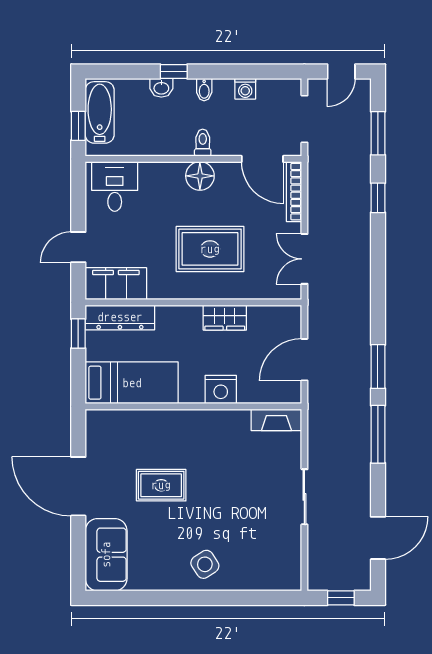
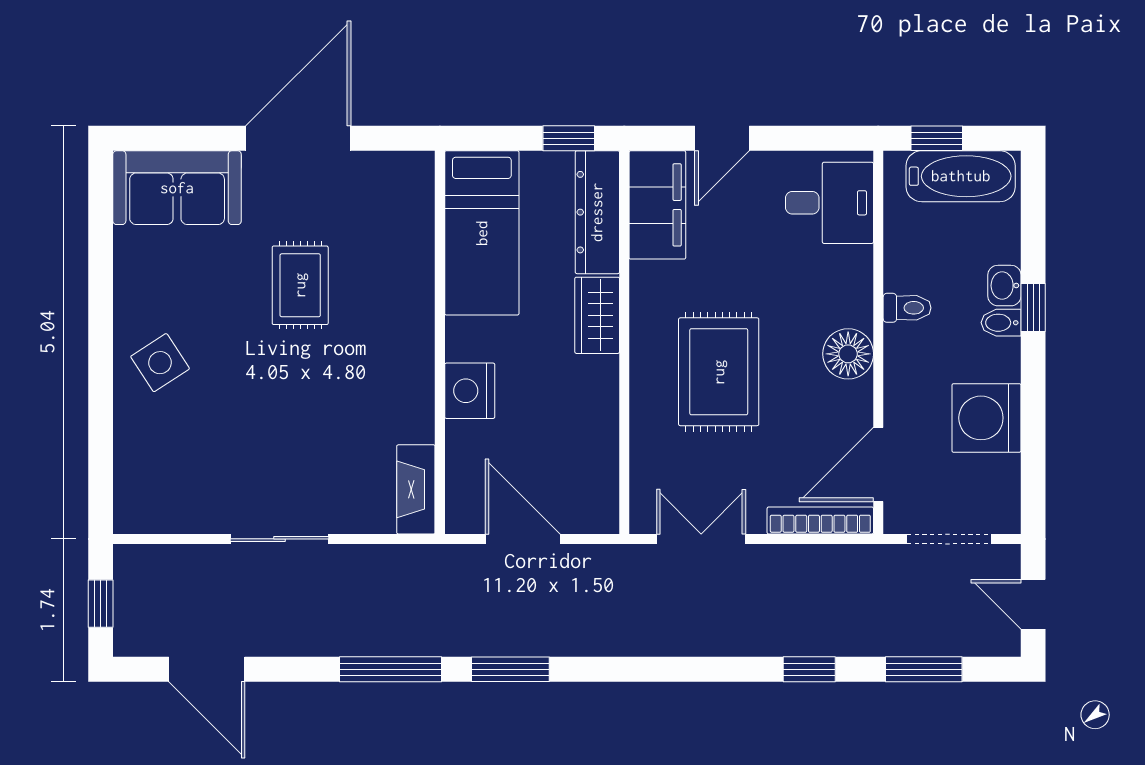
washing machine: (245, 89) -> (986, 418), width x1.89, depth x1.89
bidet: (204, 90) -> (1001, 323), moved
toilet: (203, 143) -> (907, 308), moved
door: (78, 247) -> (722, 138), swing flipped
wardrobe: (225, 318) -> (597, 315), moved

